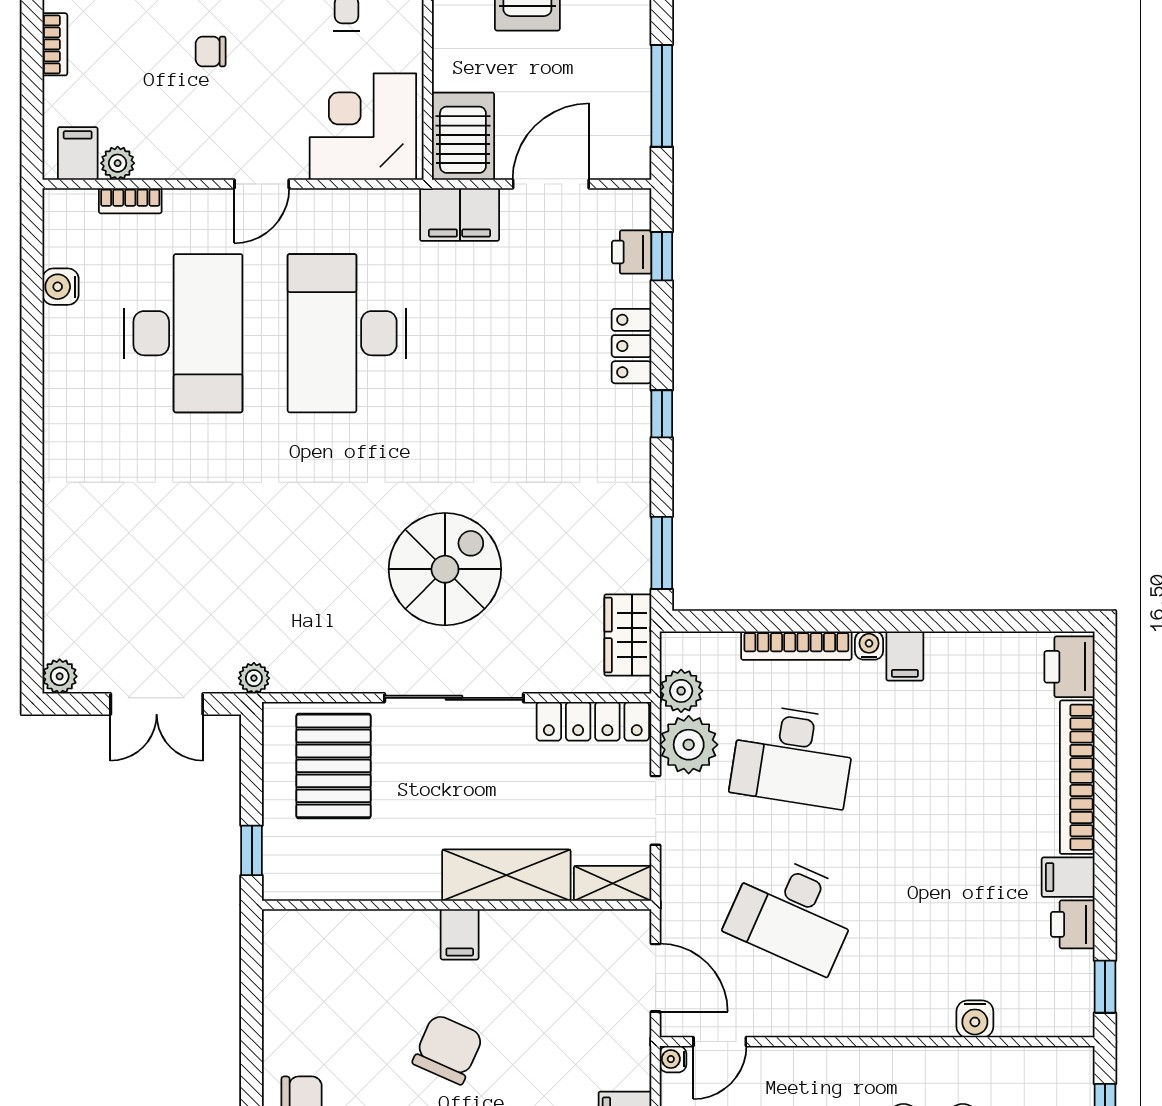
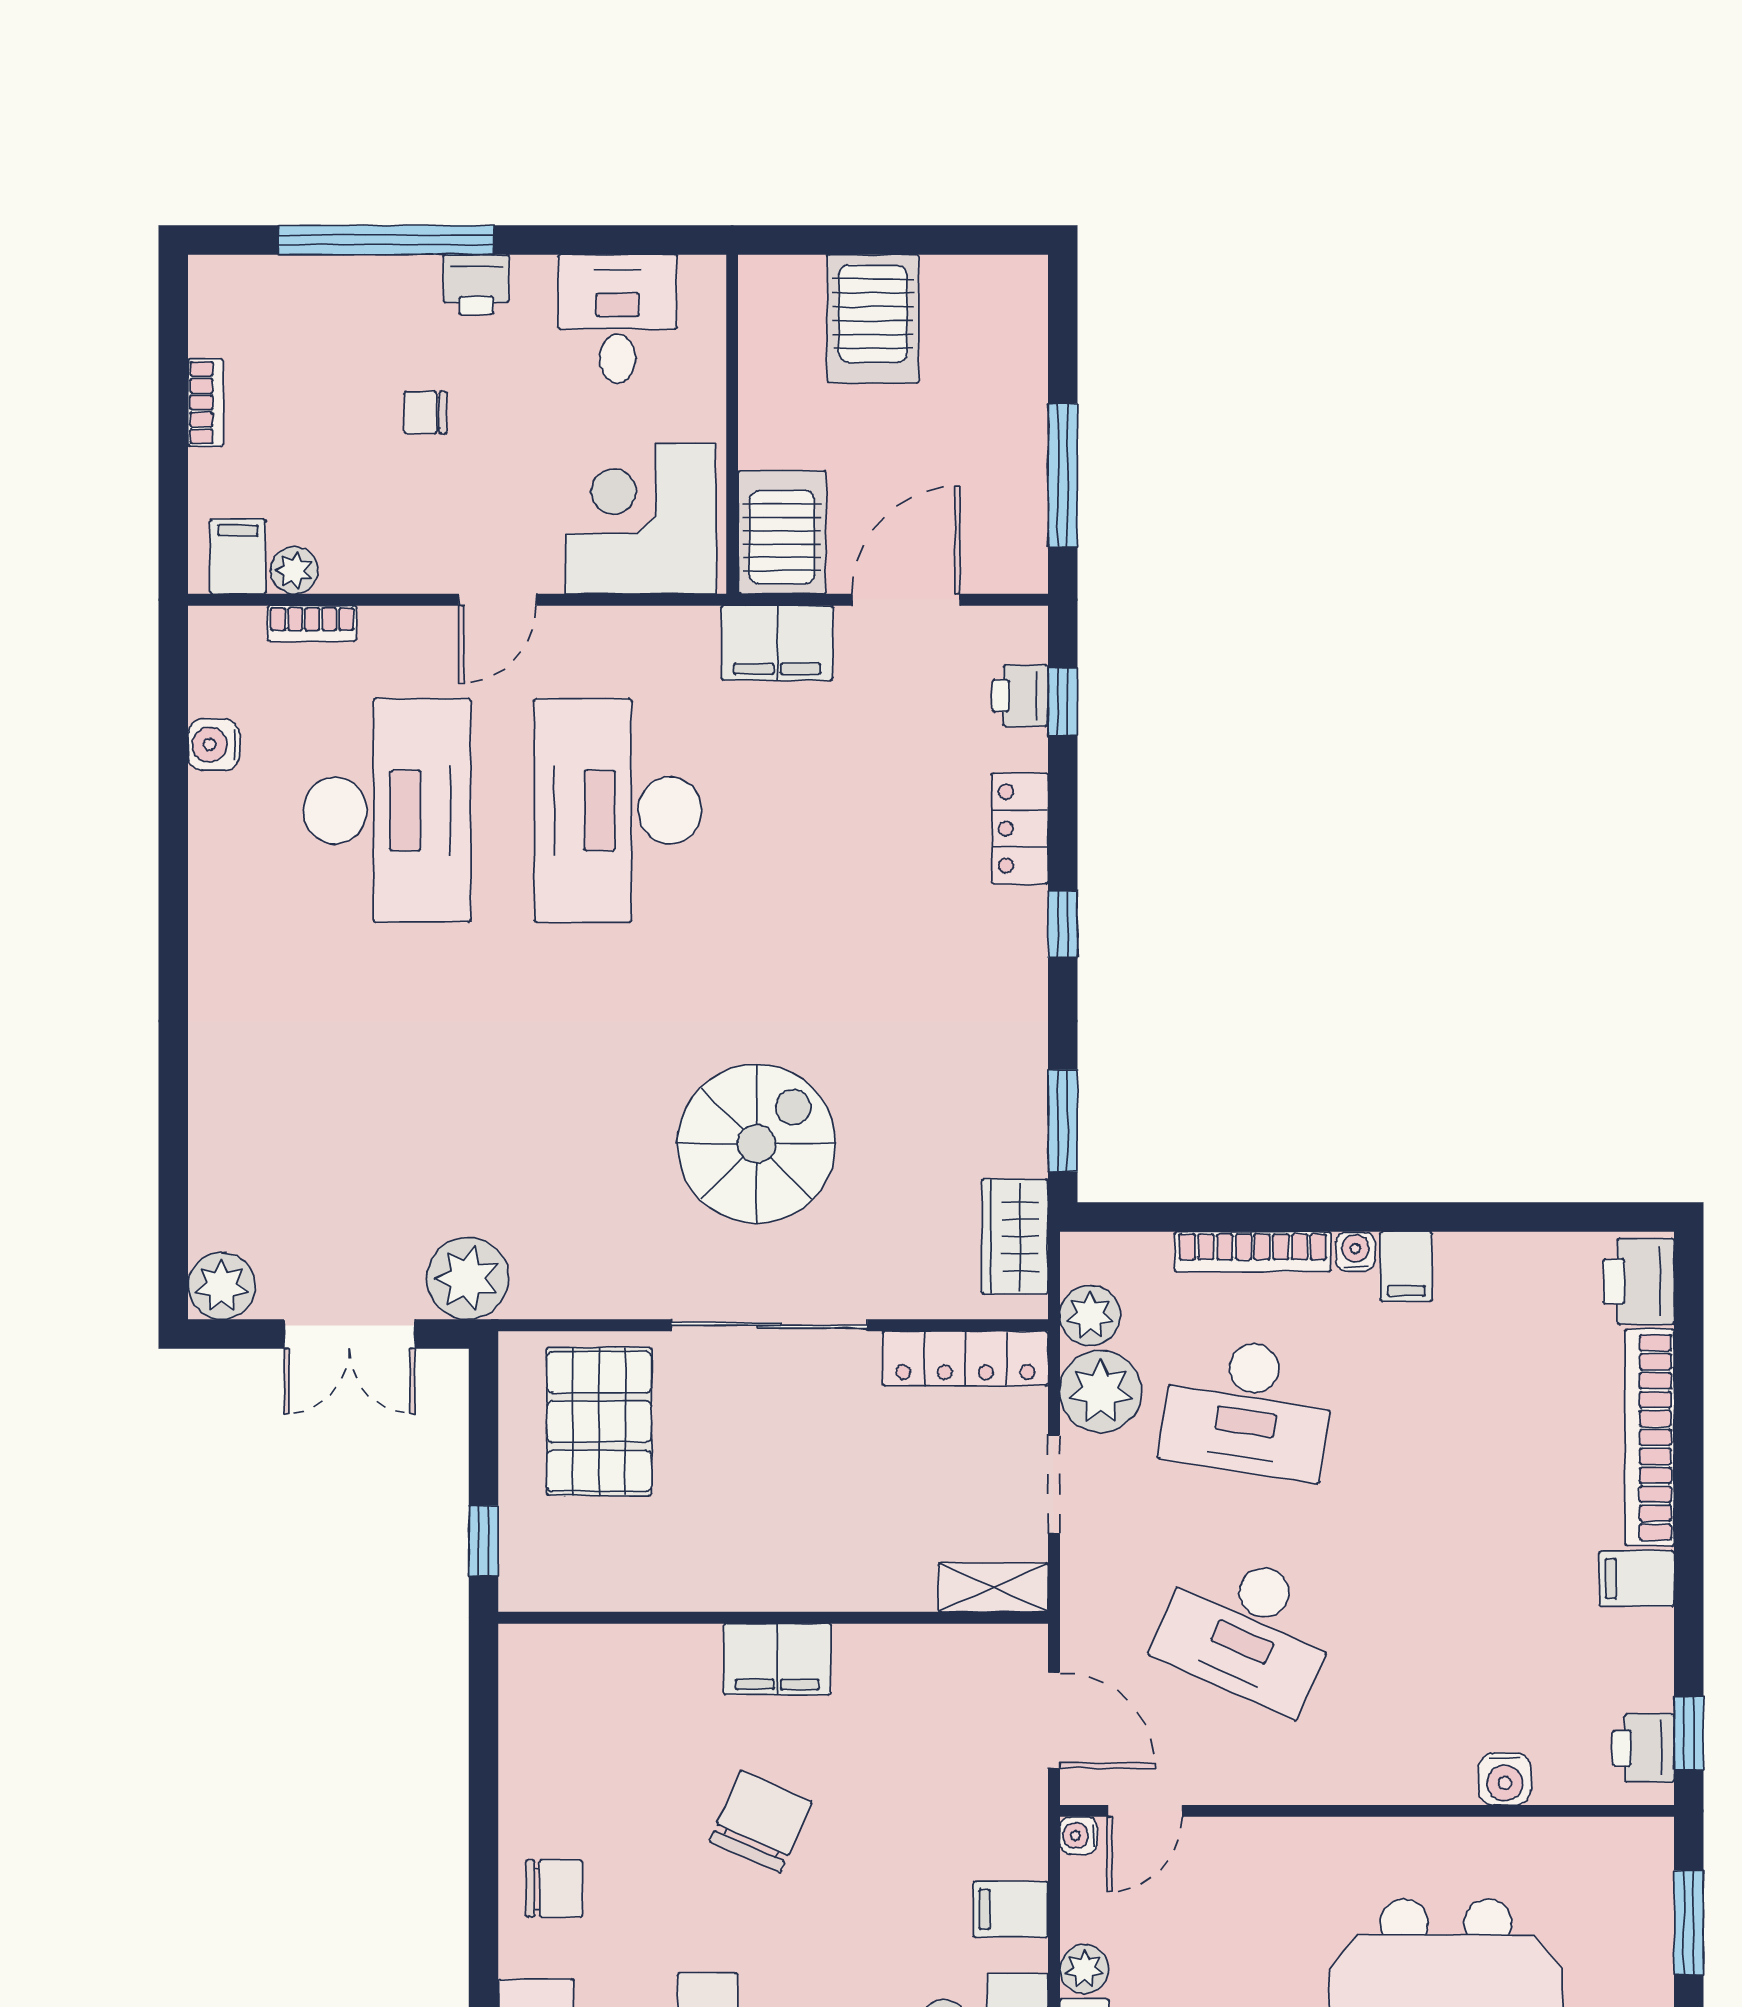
plant: (60, 676) -> (222, 1286), width x1.38, depth x1.38
plant: (254, 678) -> (468, 1278), width x1.88, depth x1.88
shelving: (506, 875) -> (843, 1576), removed
printer: (1073, 924) -> (1643, 1748), moved
filing cabinet: (460, 934) -> (777, 1659), width x2.00

